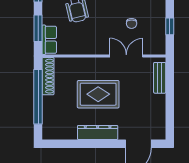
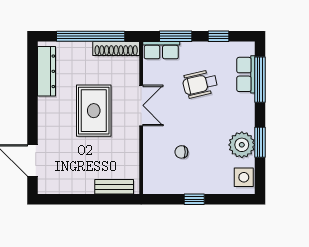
window: (170, 26) -> (194, 199), moved
double door: (126, 56) -> (141, 105), moved
dresser: (98, 132) -> (46, 71), moved

